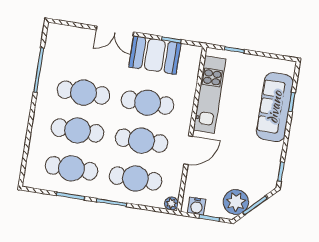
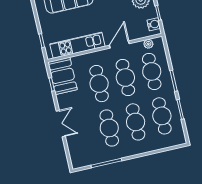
booth: (155, 55) -> (63, 76), moved
door: (188, 150) -> (119, 44), hinge flipped
plant: (171, 204) -> (148, 44), moved

